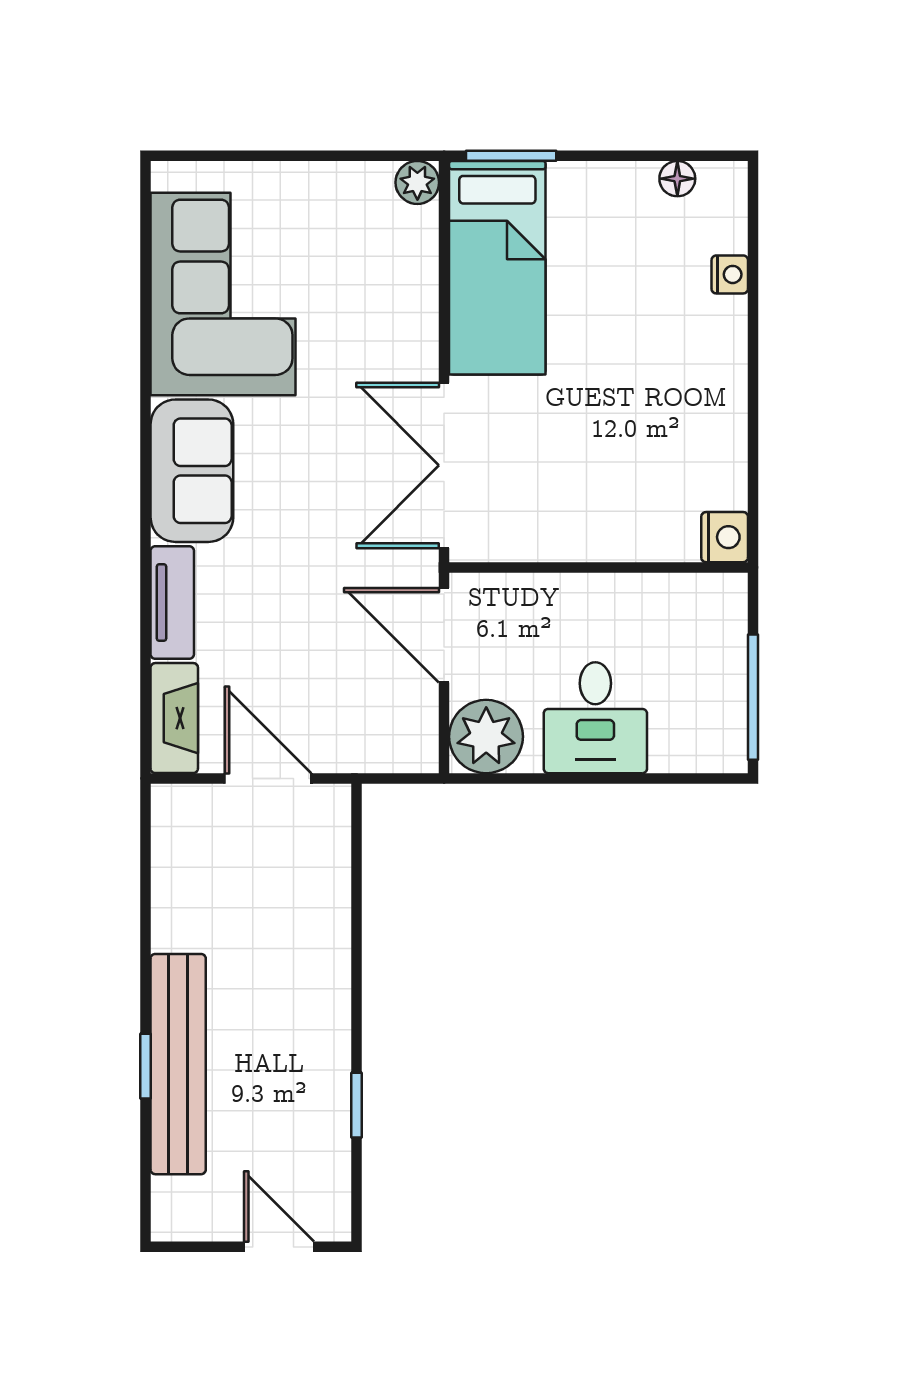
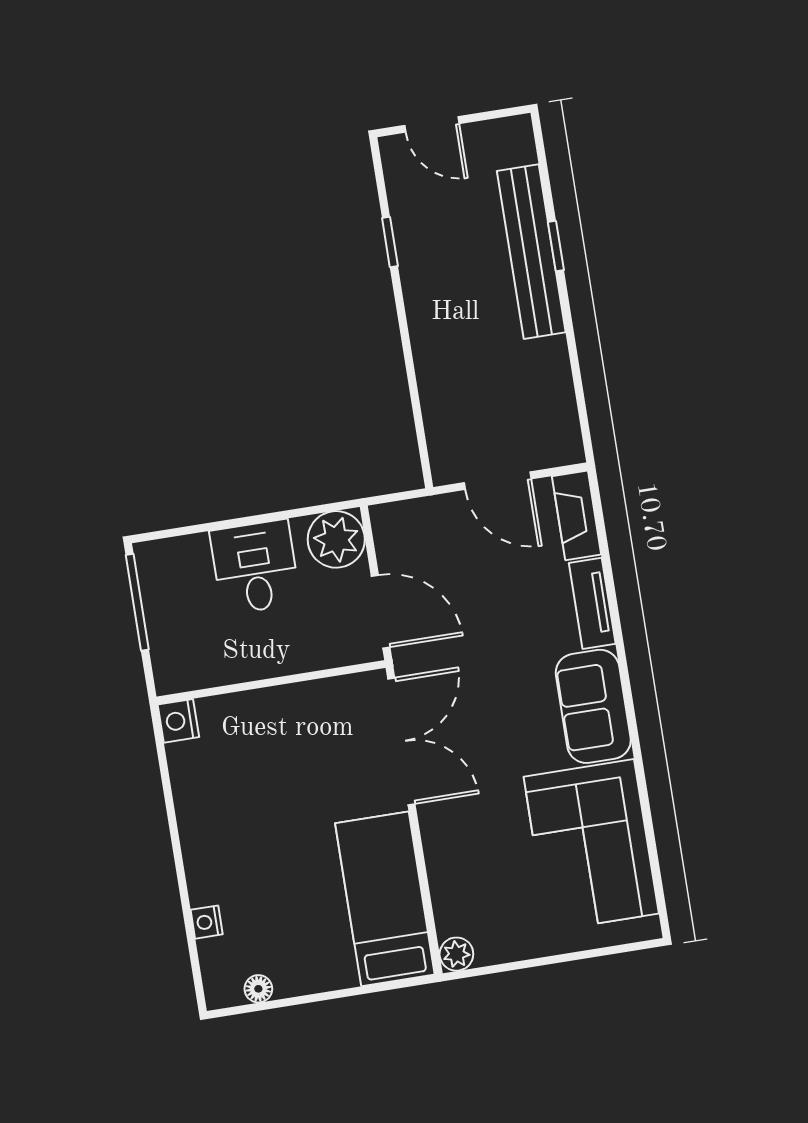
window: (511, 156) -> (388, 986), removed

